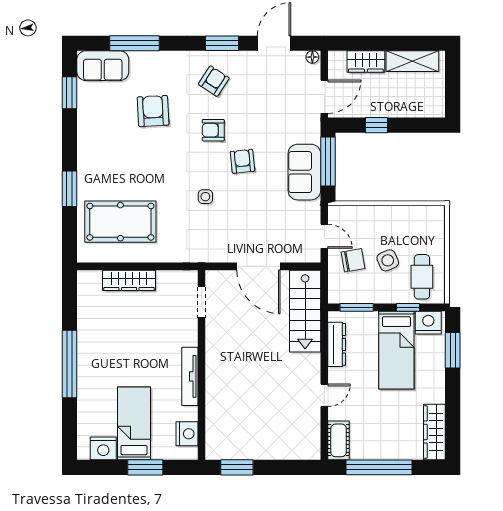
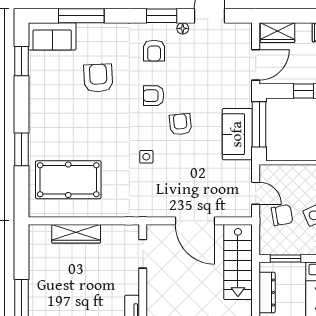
floor lamp: (312, 57) -> (183, 28), moved
wardrobe: (366, 62) -> (278, 33), moved
armchair: (214, 81) -> (154, 51), turned 147

